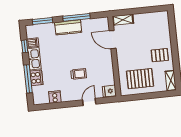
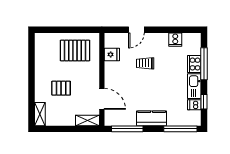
window: (76, 17) -> (127, 129), moved
window: (42, 21) -> (180, 129), width x1.44
pallet: (160, 55) -> (61, 88), moved
shelving: (171, 81) -> (40, 114), moved
fridge: (109, 91) -> (112, 54), moved

